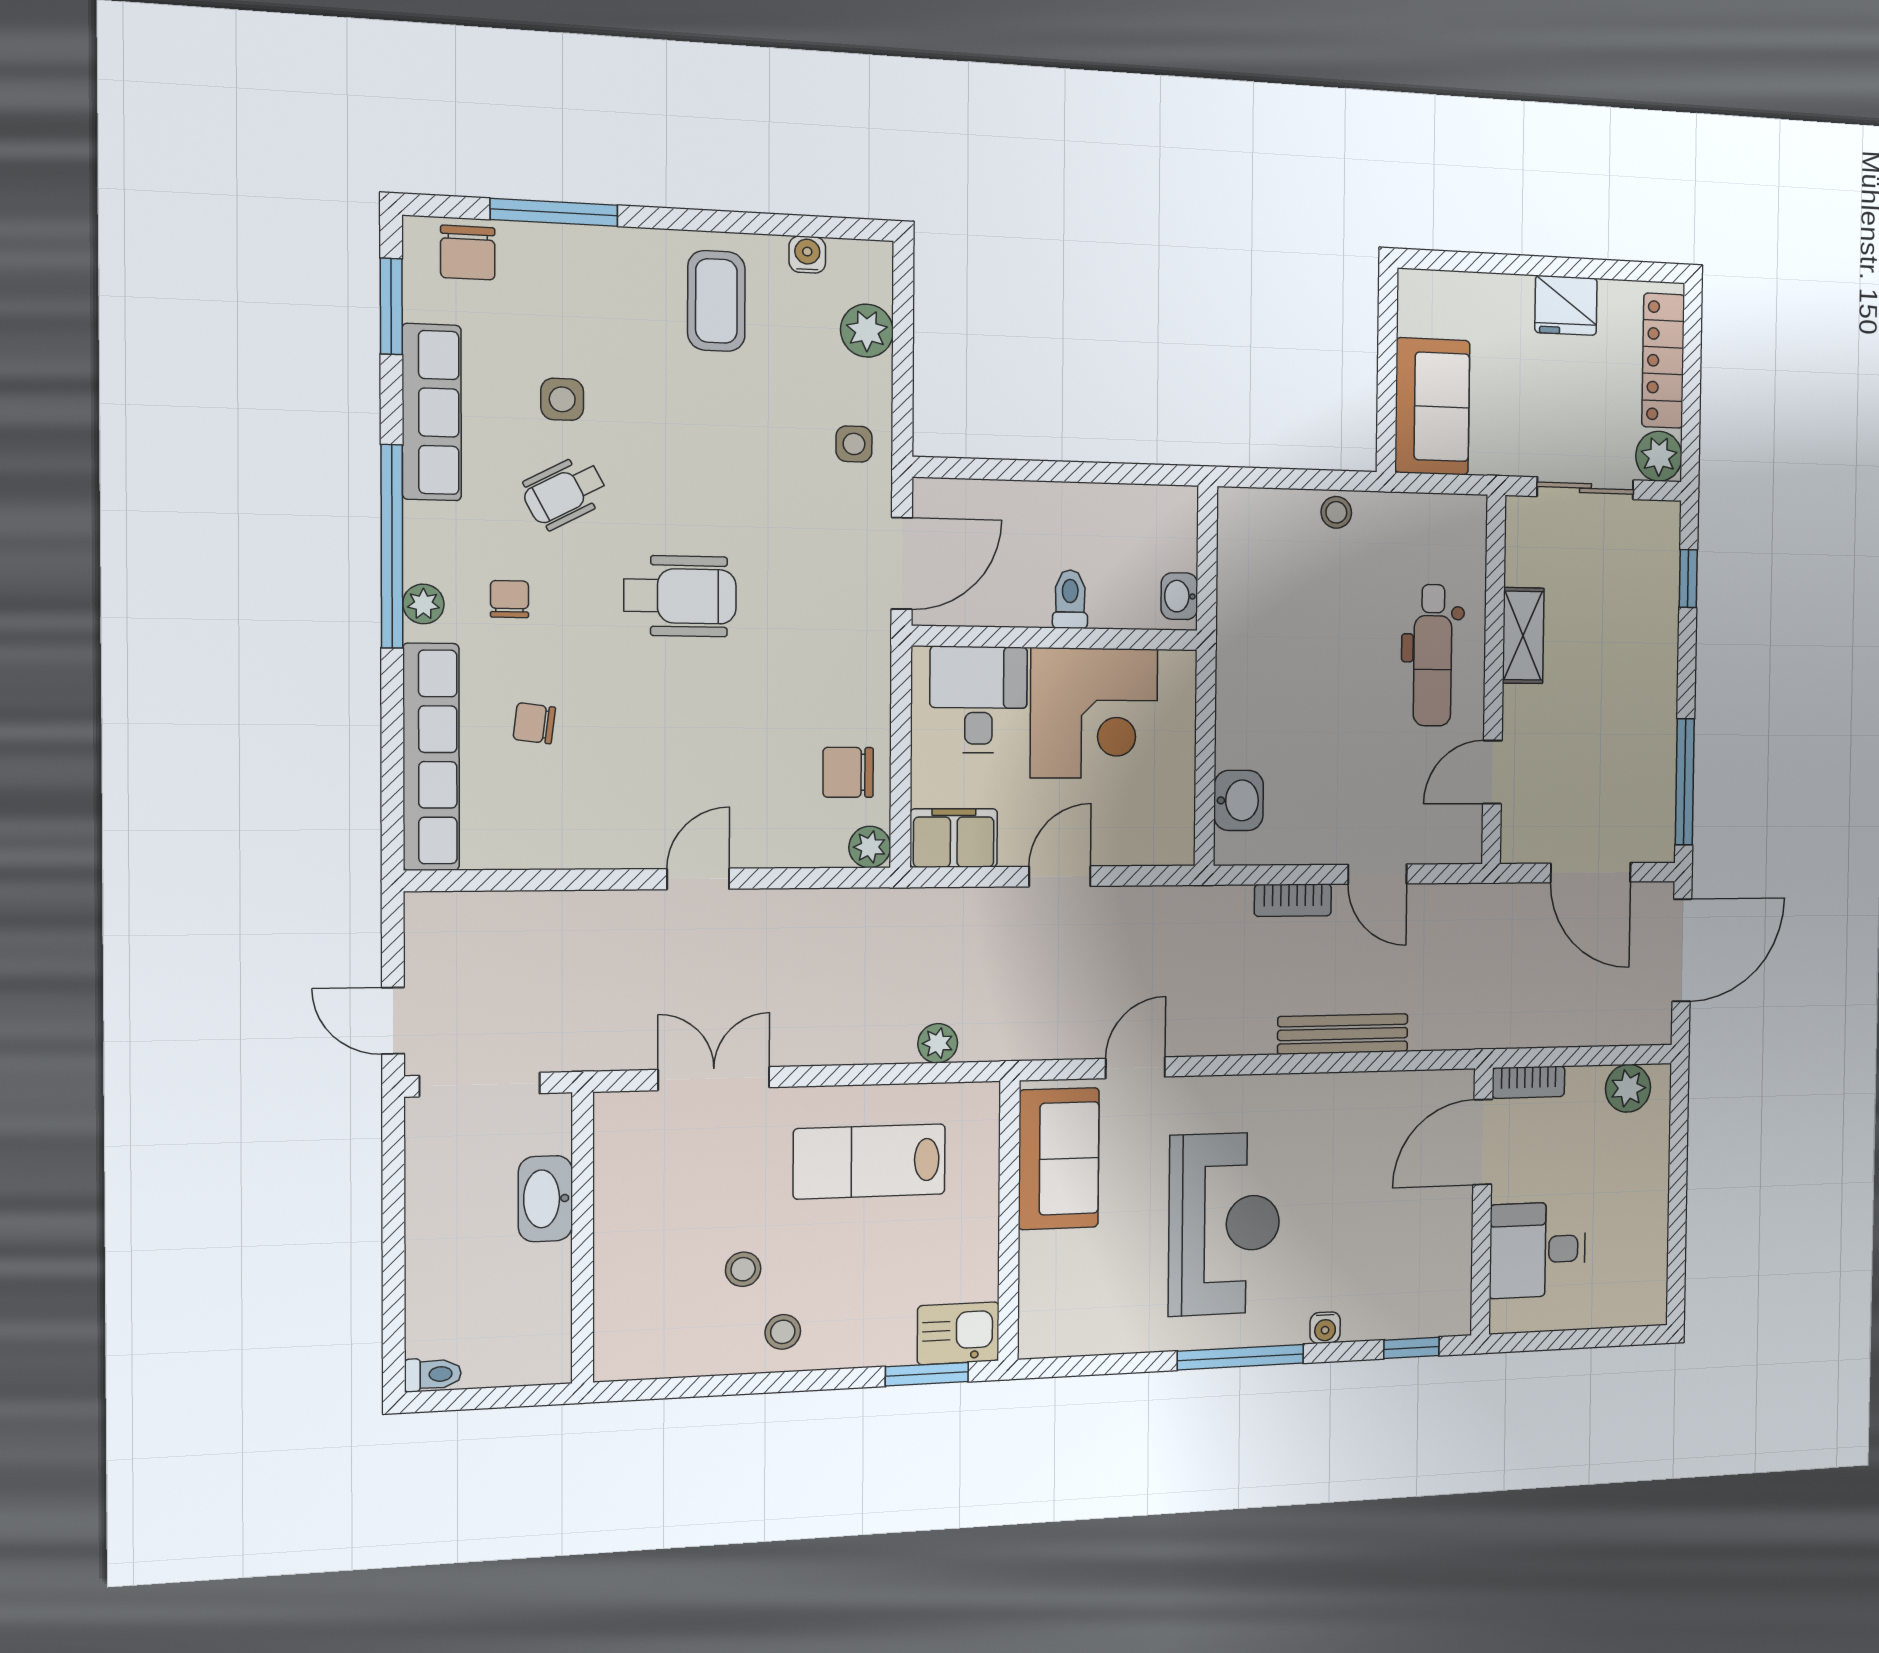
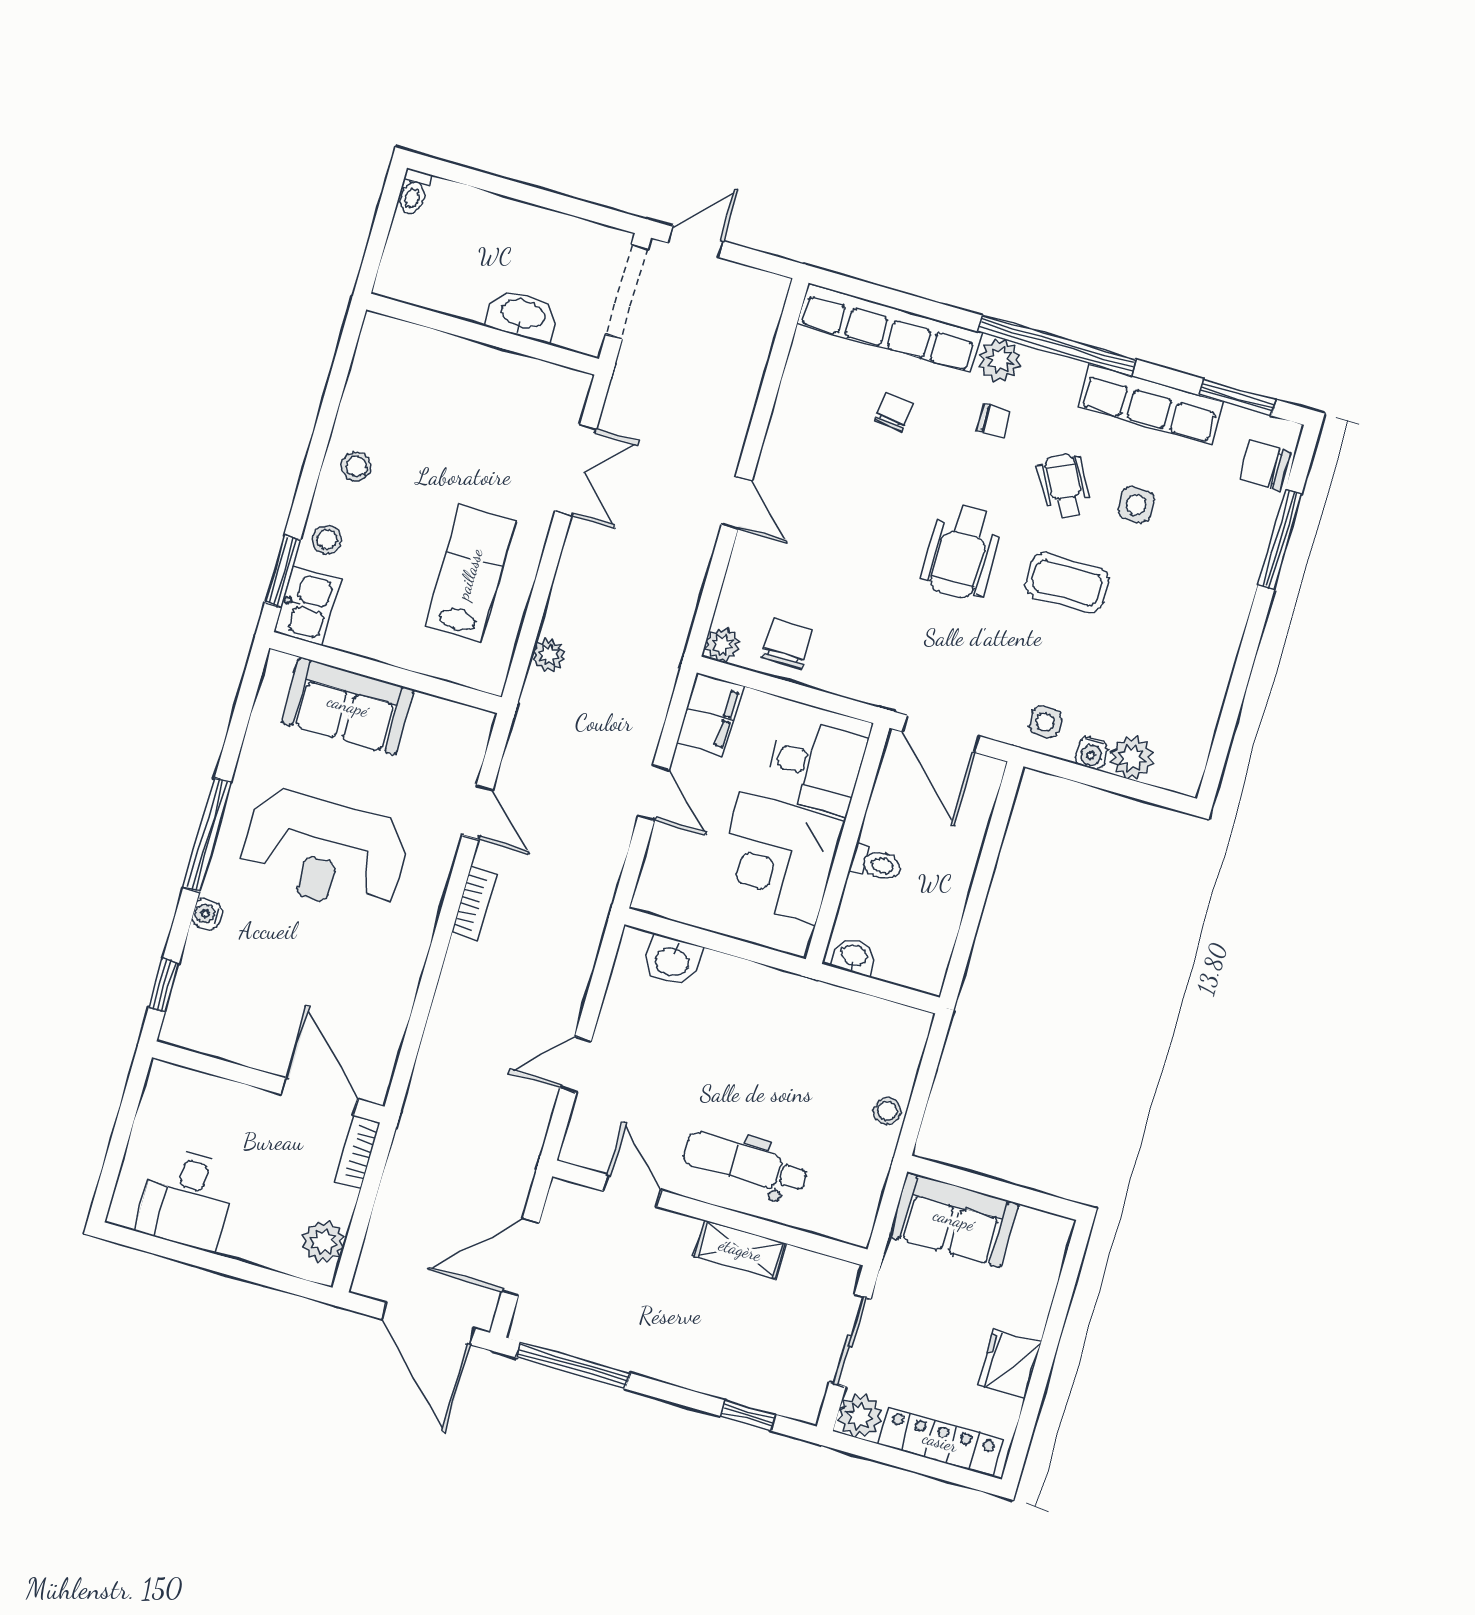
water cooler: (807, 255) -> (1092, 753), moved, turned 90
coffee table: (716, 301) -> (1067, 583), moved
plant: (423, 604) -> (1000, 360), width x1.38, depth x1.38
bookcase: (1293, 900) -> (474, 903), moved, turned 180
bench: (1343, 1034) -> (450, 998), removed
sofa: (1059, 1159) -> (348, 706), moved
desk: (1538, 1250) -> (187, 1199), moved, turned 180
stool: (743, 1269) -> (327, 540), moved

